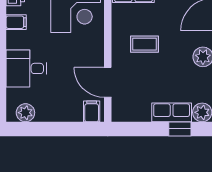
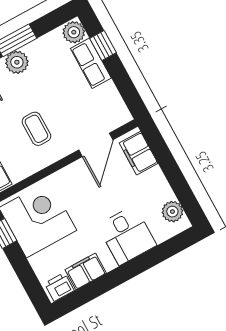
filing cabinet: (16, 22) -> (86, 271), width x2.00
filing cabinet: (92, 111) -> (139, 153), width x2.00

